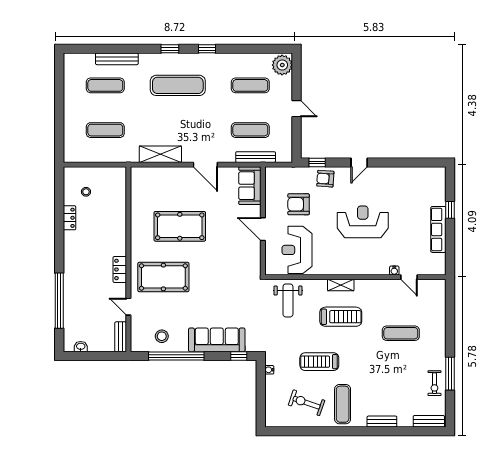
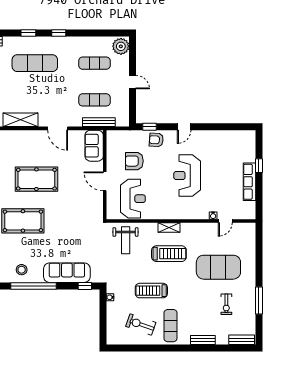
reception desk: (363, 222) -> (187, 175), turned -90
reception desk: (297, 250) -> (133, 199), turned 180
door: (409, 277) -> (225, 221), hinge flipped
exercise mat: (401, 333) -> (218, 267), width x2.00, depth x1.45
exercise bike: (434, 383) -> (226, 304), moved

